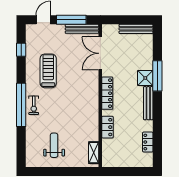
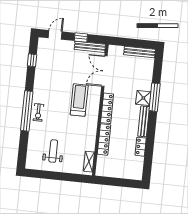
window: (71, 20) -> (81, 37), width x0.46
treadmill: (48, 71) -> (79, 100), moved
locker: (107, 127) -> (104, 140), width x1.53
locker: (148, 142) -> (141, 147), moved

